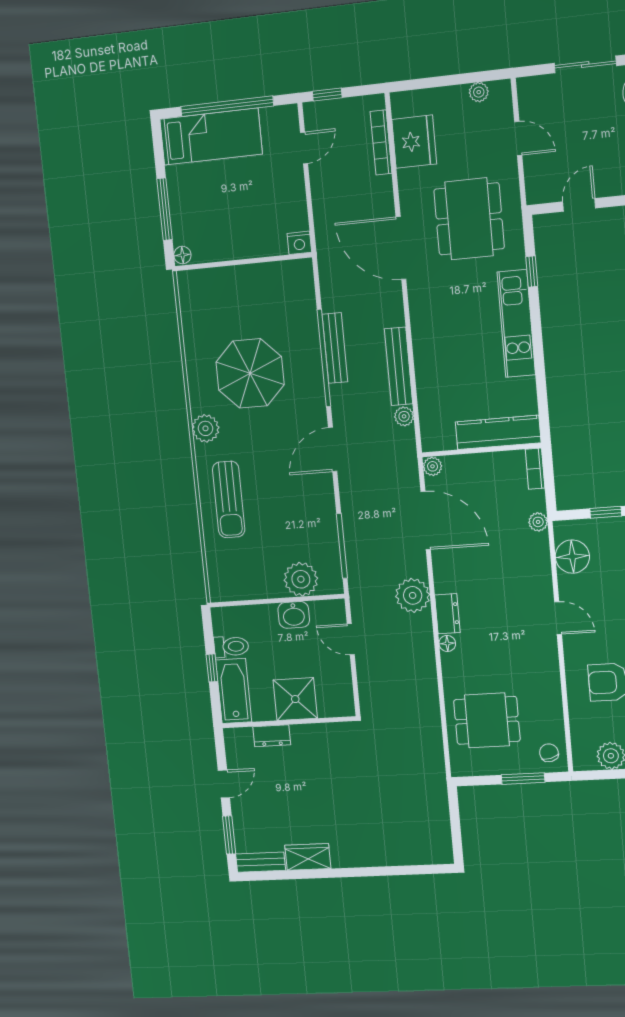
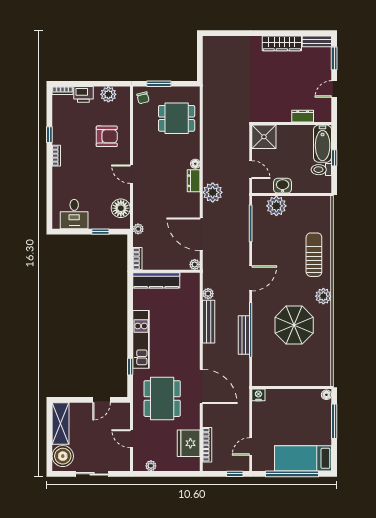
shower: (295, 699) -> (264, 137), moved
wardrobe: (308, 857) -> (282, 43), width x1.50

